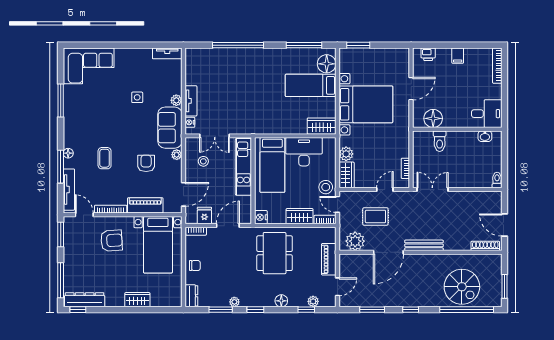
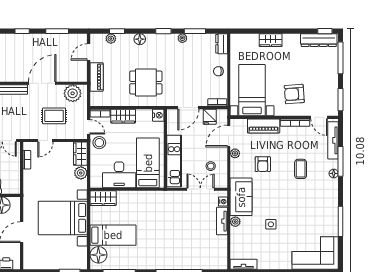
plant: (177, 155) -> (235, 153), moved
dining table: (275, 253) -> (146, 83), width x0.73

